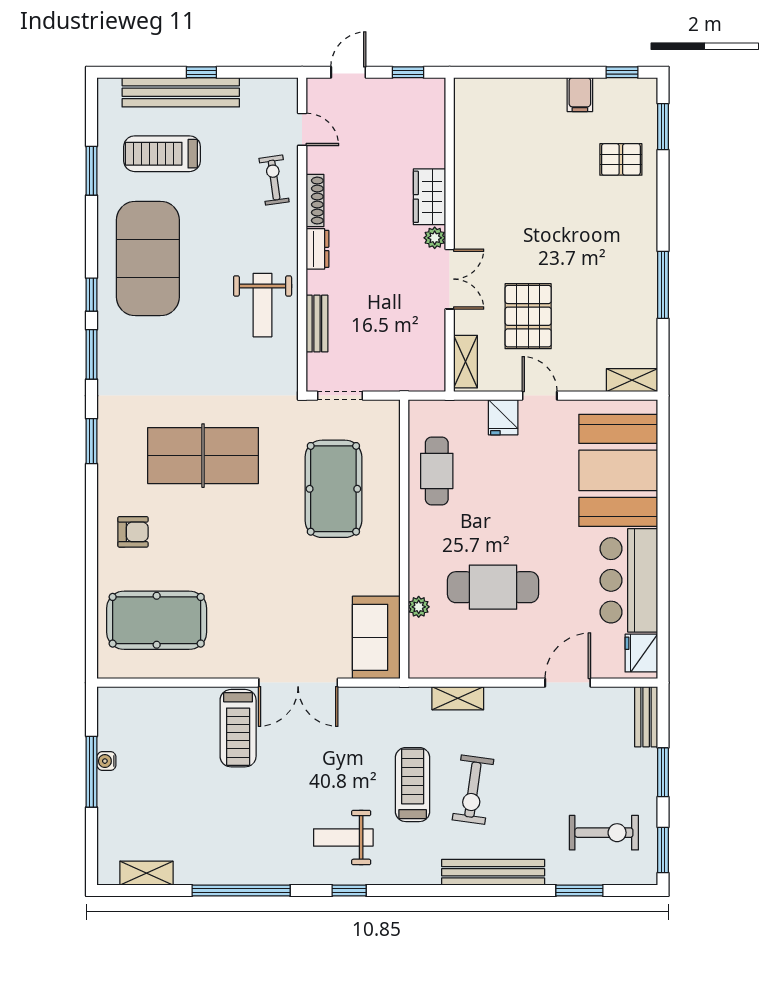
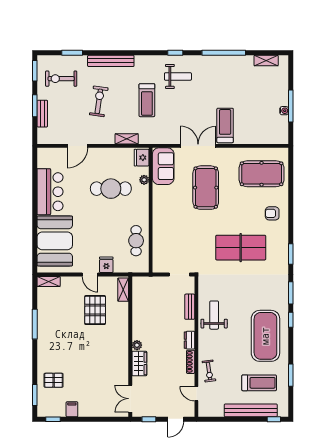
window: (201, 72) -> (274, 419), moved
double door: (450, 279) -> (130, 399), moved
pool table: (333, 489) -> (206, 188), moved
fridge: (641, 653) -> (142, 158), moved, turned 180
bench: (646, 717) -> (42, 114), moved
exercise bike: (473, 790) -> (99, 101), moved

